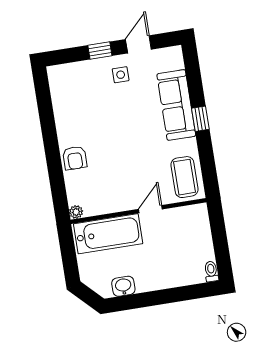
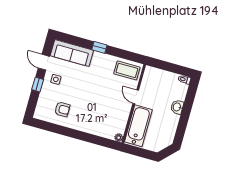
sofa: (176, 105) -> (72, 53), moved
armchair: (75, 158) -> (62, 109), moved
washbasin: (123, 286) -> (177, 107), moved

